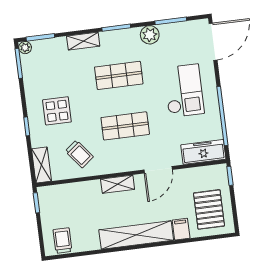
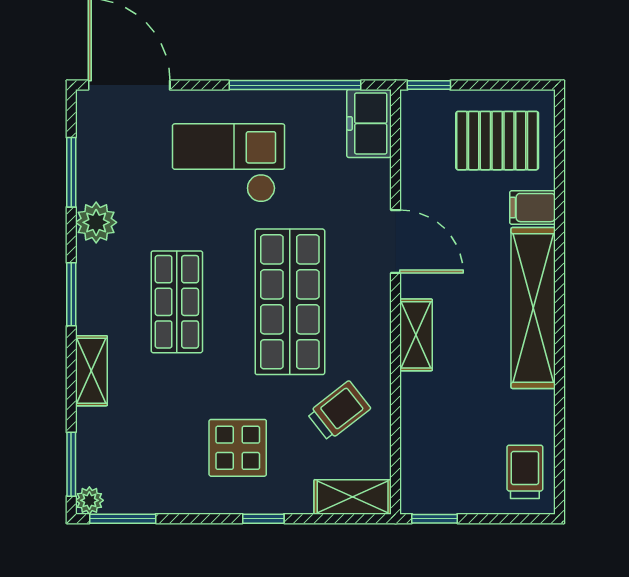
shop shelf: (125, 126) -> (290, 302), width x1.43, depth x1.36
freezer: (203, 152) -> (369, 123), width x0.71
trolley: (62, 241) -> (525, 472), turned 90

